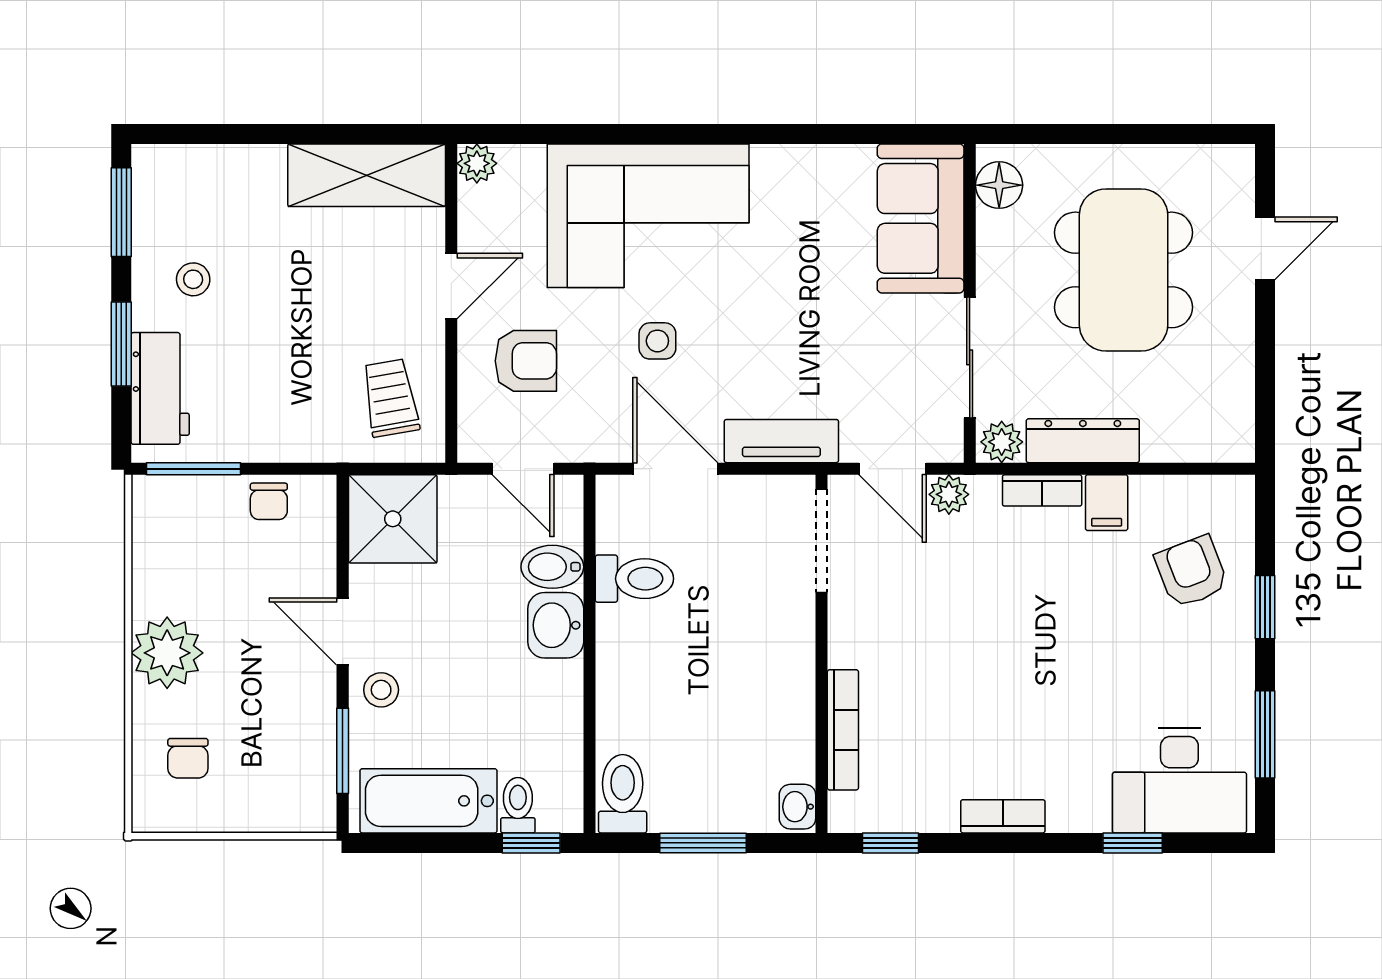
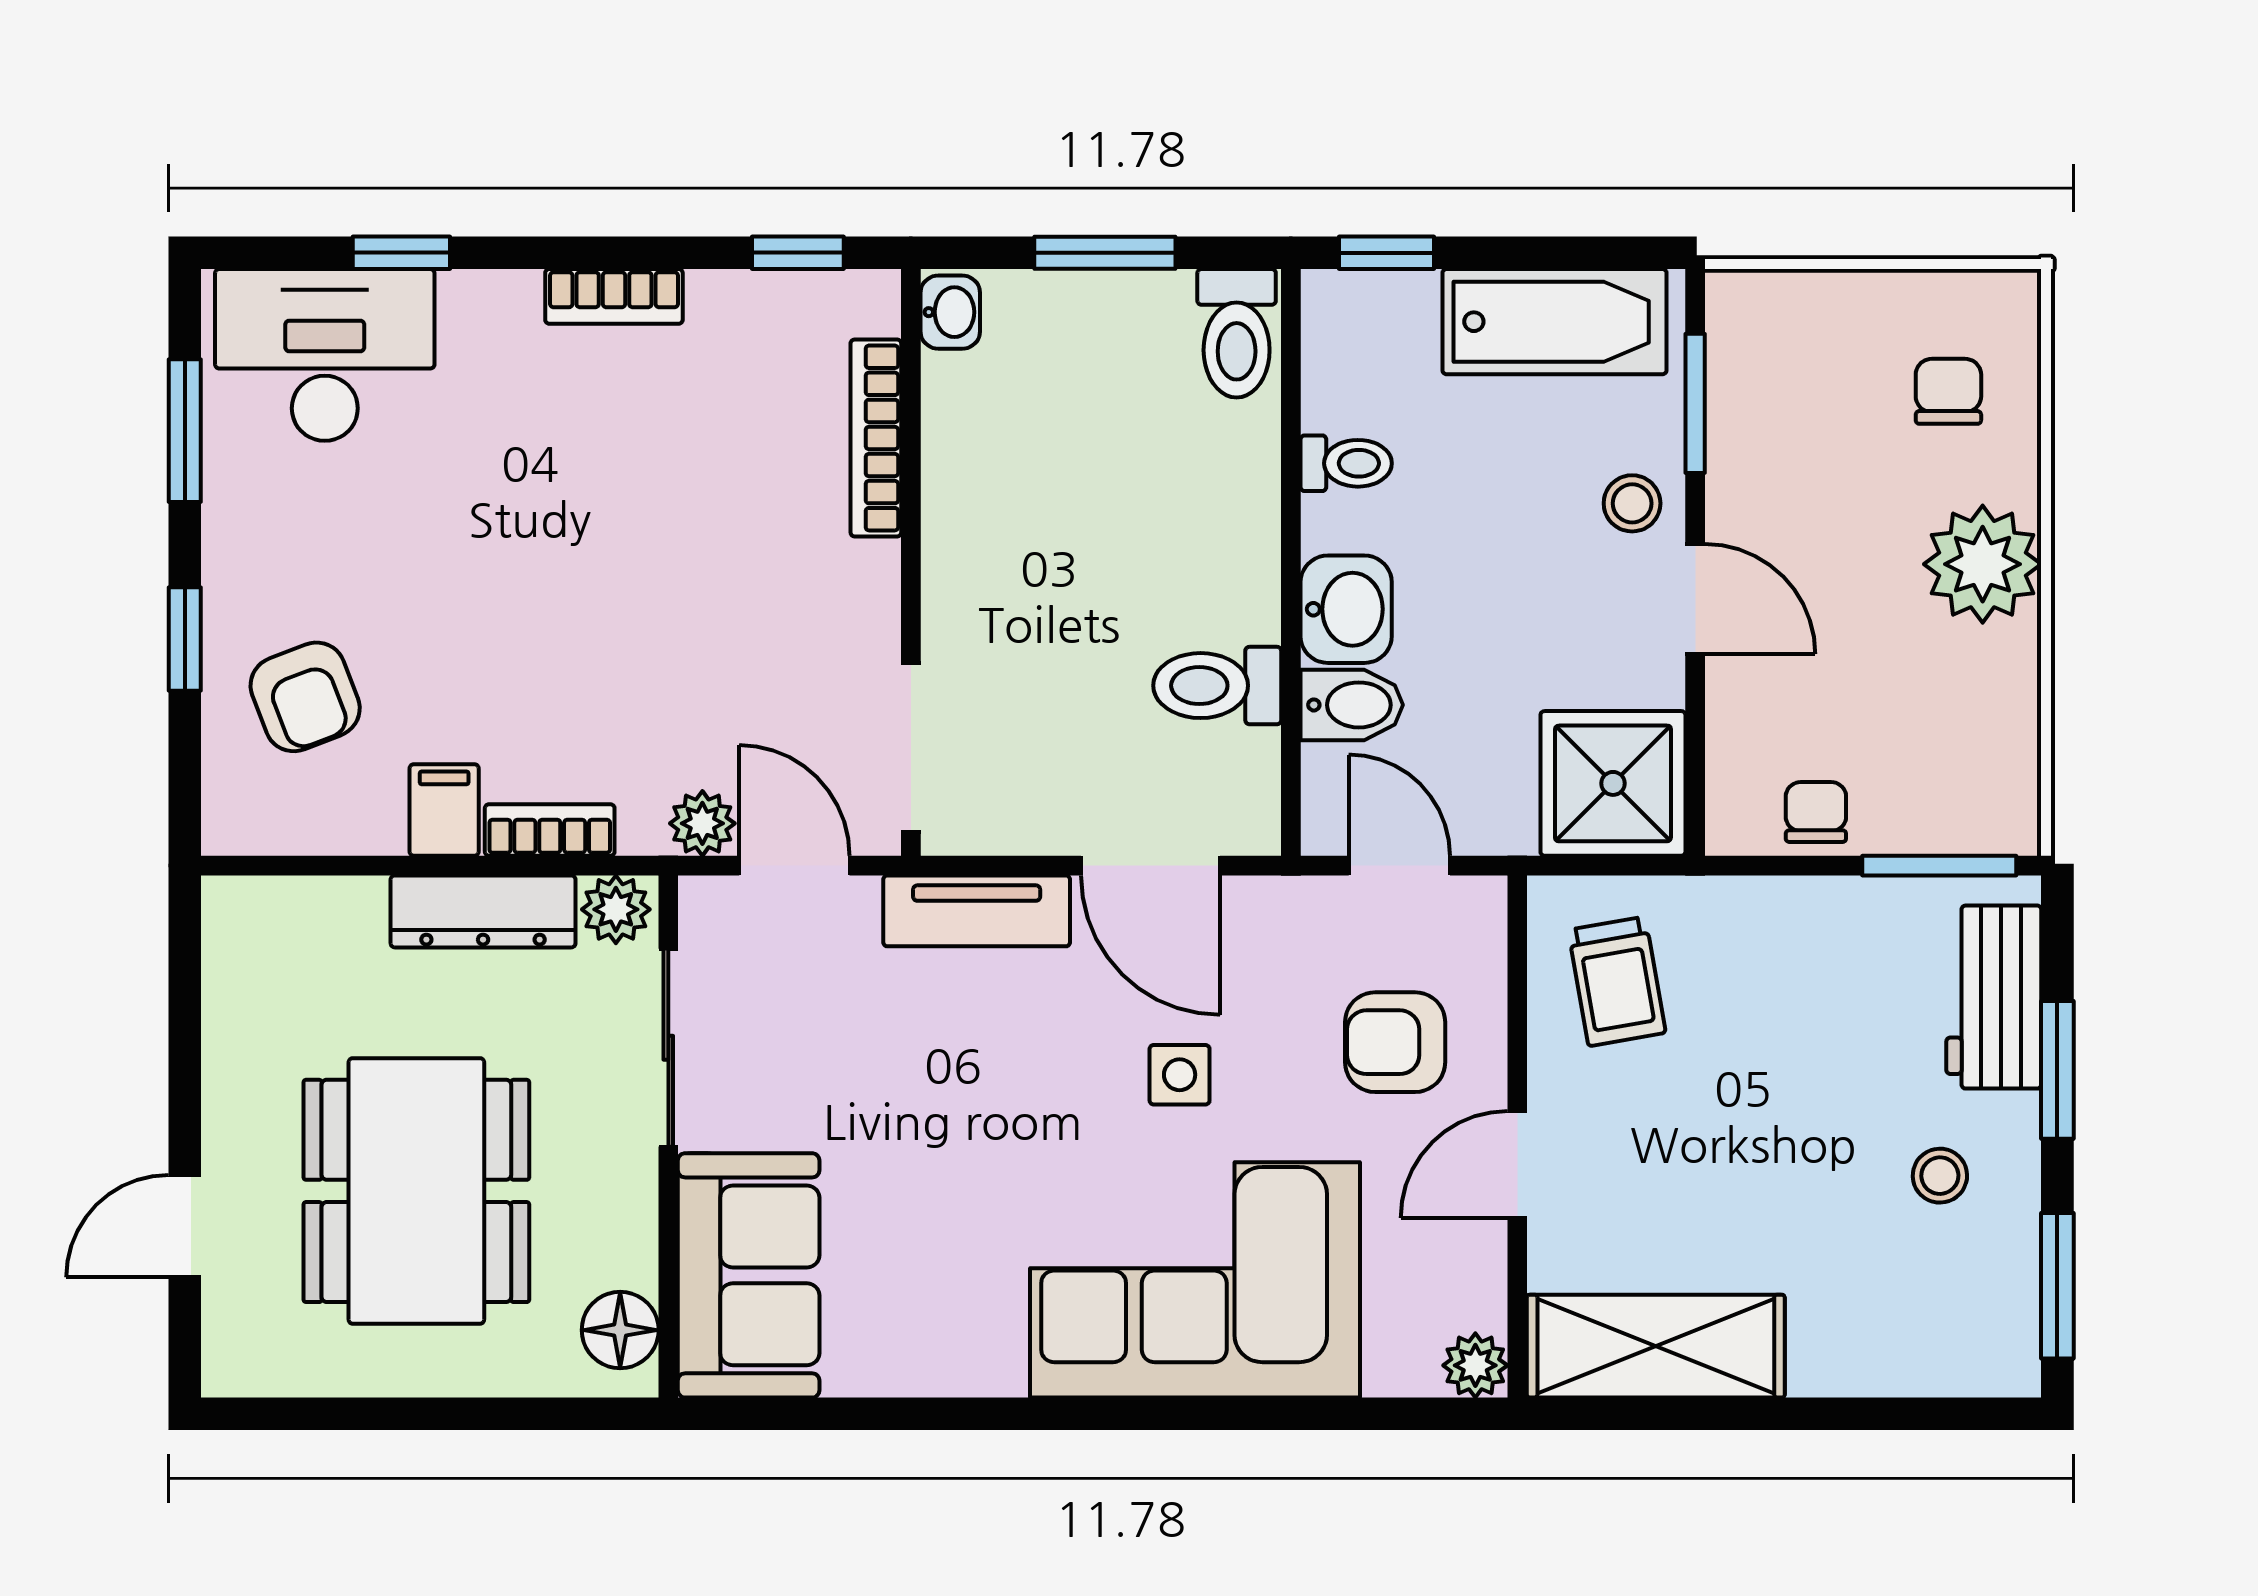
toilet: (518, 805) -> (1346, 463), moved, turned -90

